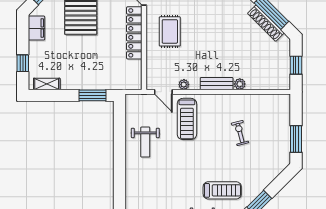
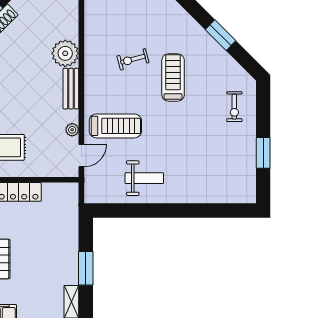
plant: (240, 84) -> (65, 53), width x1.87, depth x1.87
window: (93, 95) -> (86, 268), moved
treadmill: (222, 190) -> (173, 77), moved

